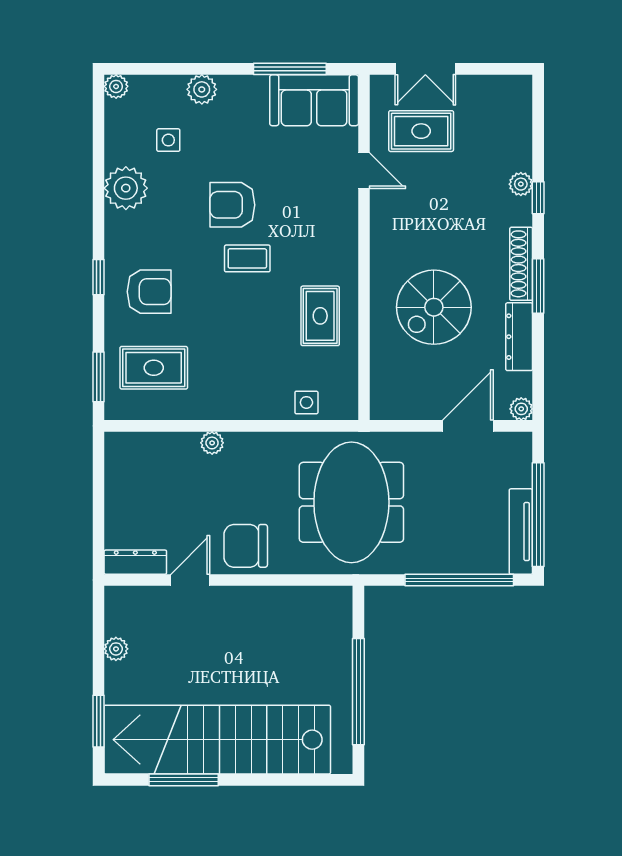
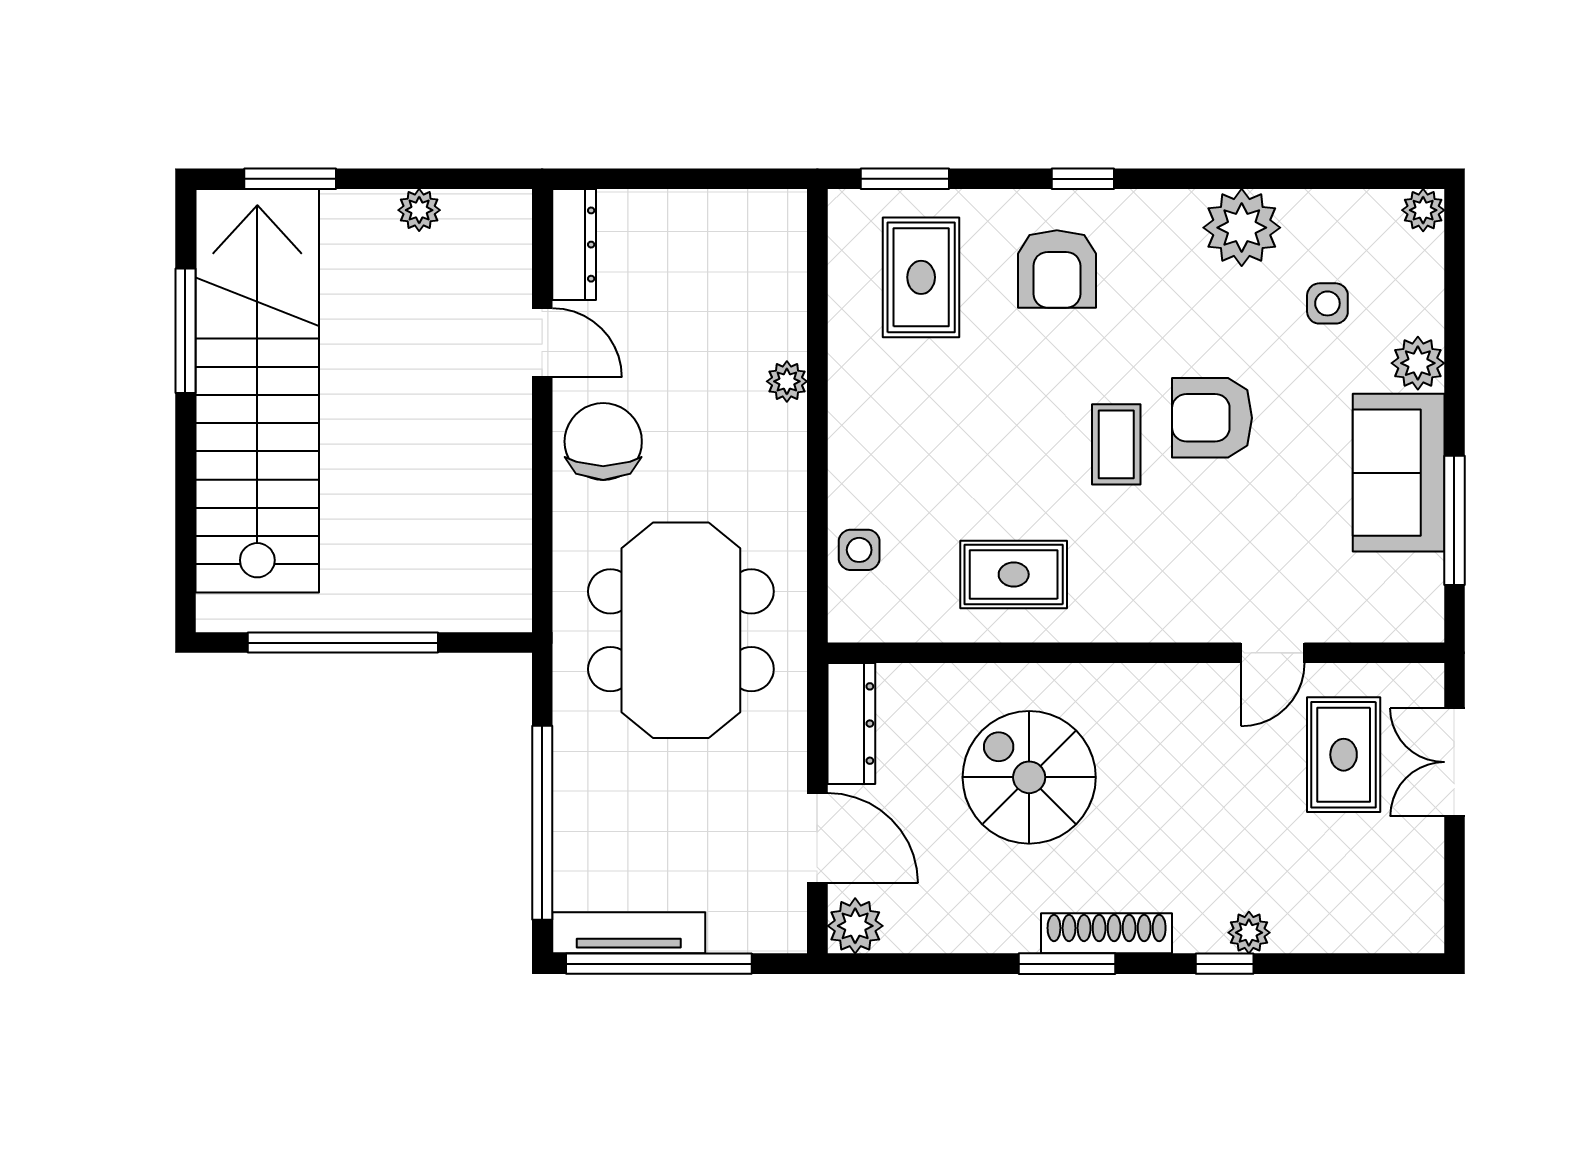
sofa: (314, 100) -> (1399, 473), moved
armchair: (232, 205) -> (1212, 418), turned -90
dresser: (519, 337) -> (851, 724), moved, turned 90
plant: (521, 409) -> (855, 926), width x1.38, depth x1.38
meeting table: (351, 502) -> (681, 630), turned 90

